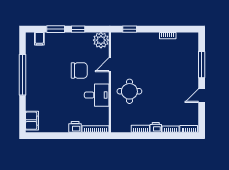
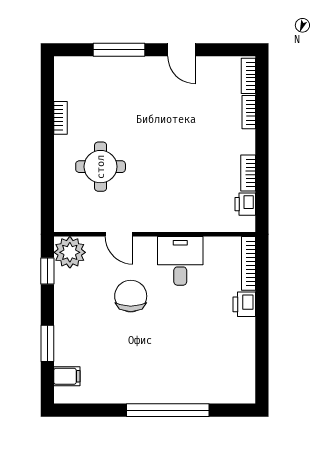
window: (78, 29) -> (47, 271), moved
window: (130, 29) -> (47, 195), removed
window: (23, 75) -> (168, 410), moved
round table: (129, 91) -> (101, 167), moved
filing cabinet: (32, 121) -> (232, 391), removed
printer: (156, 127) -> (245, 204), moved

